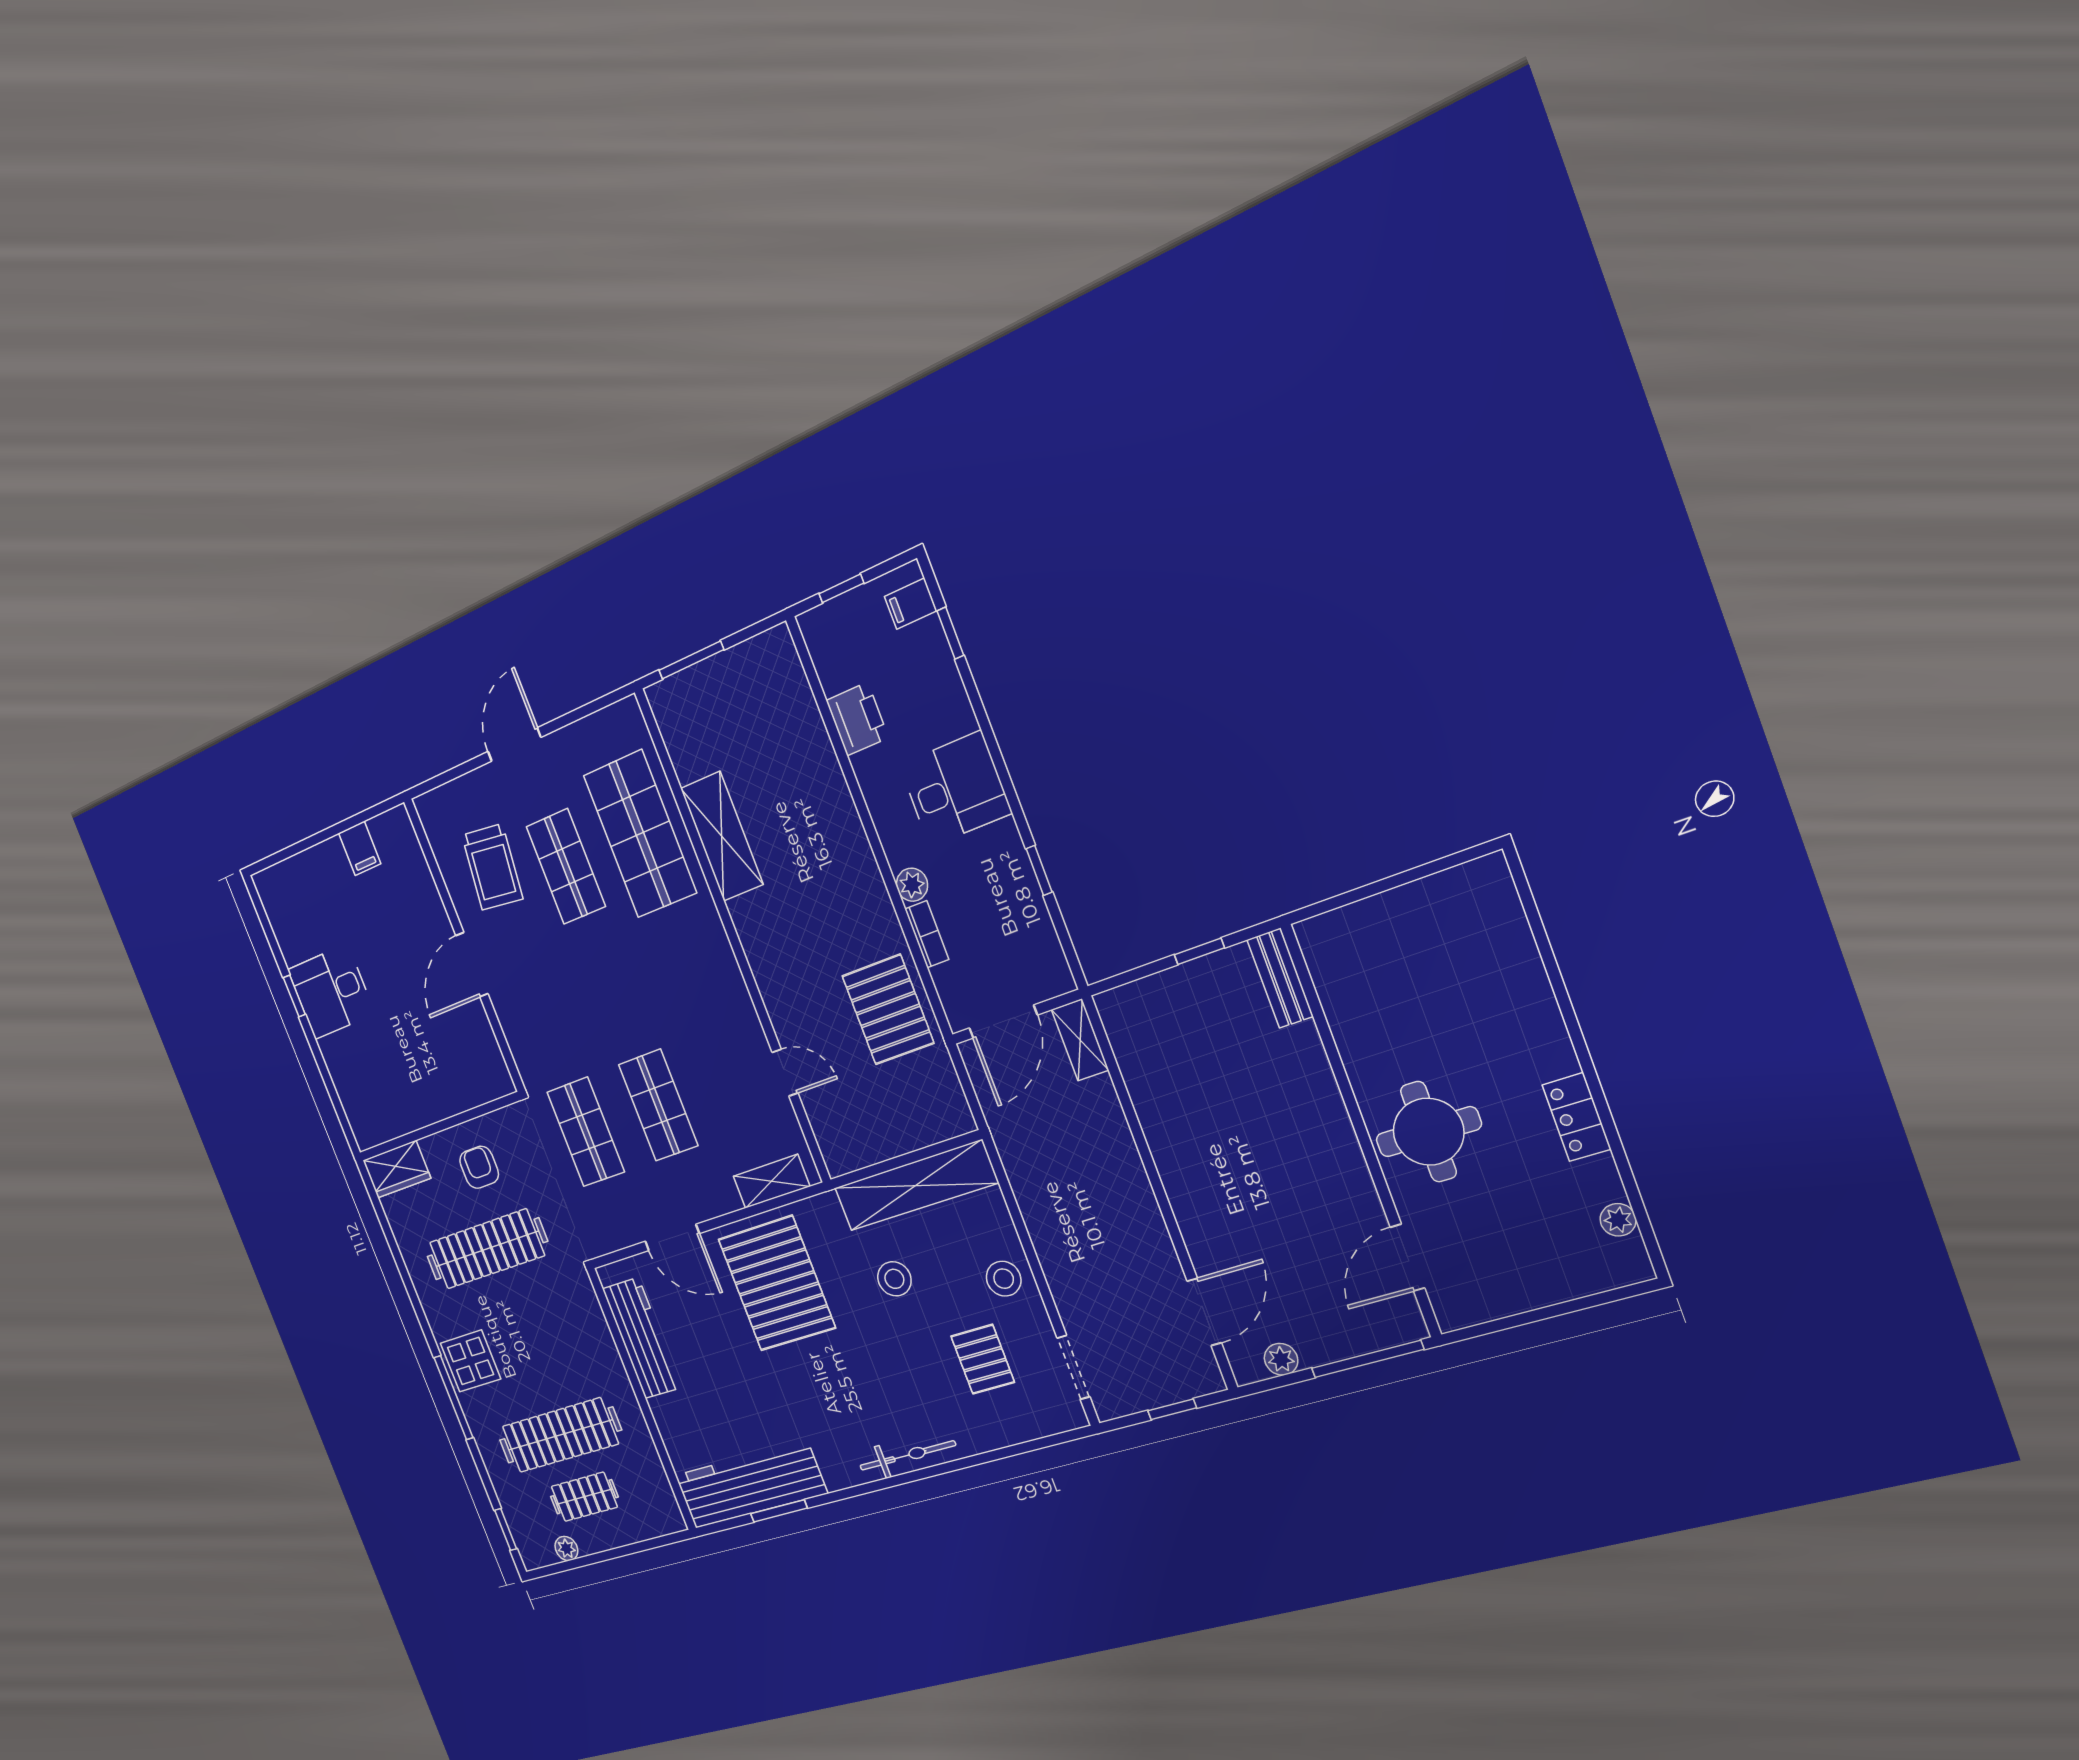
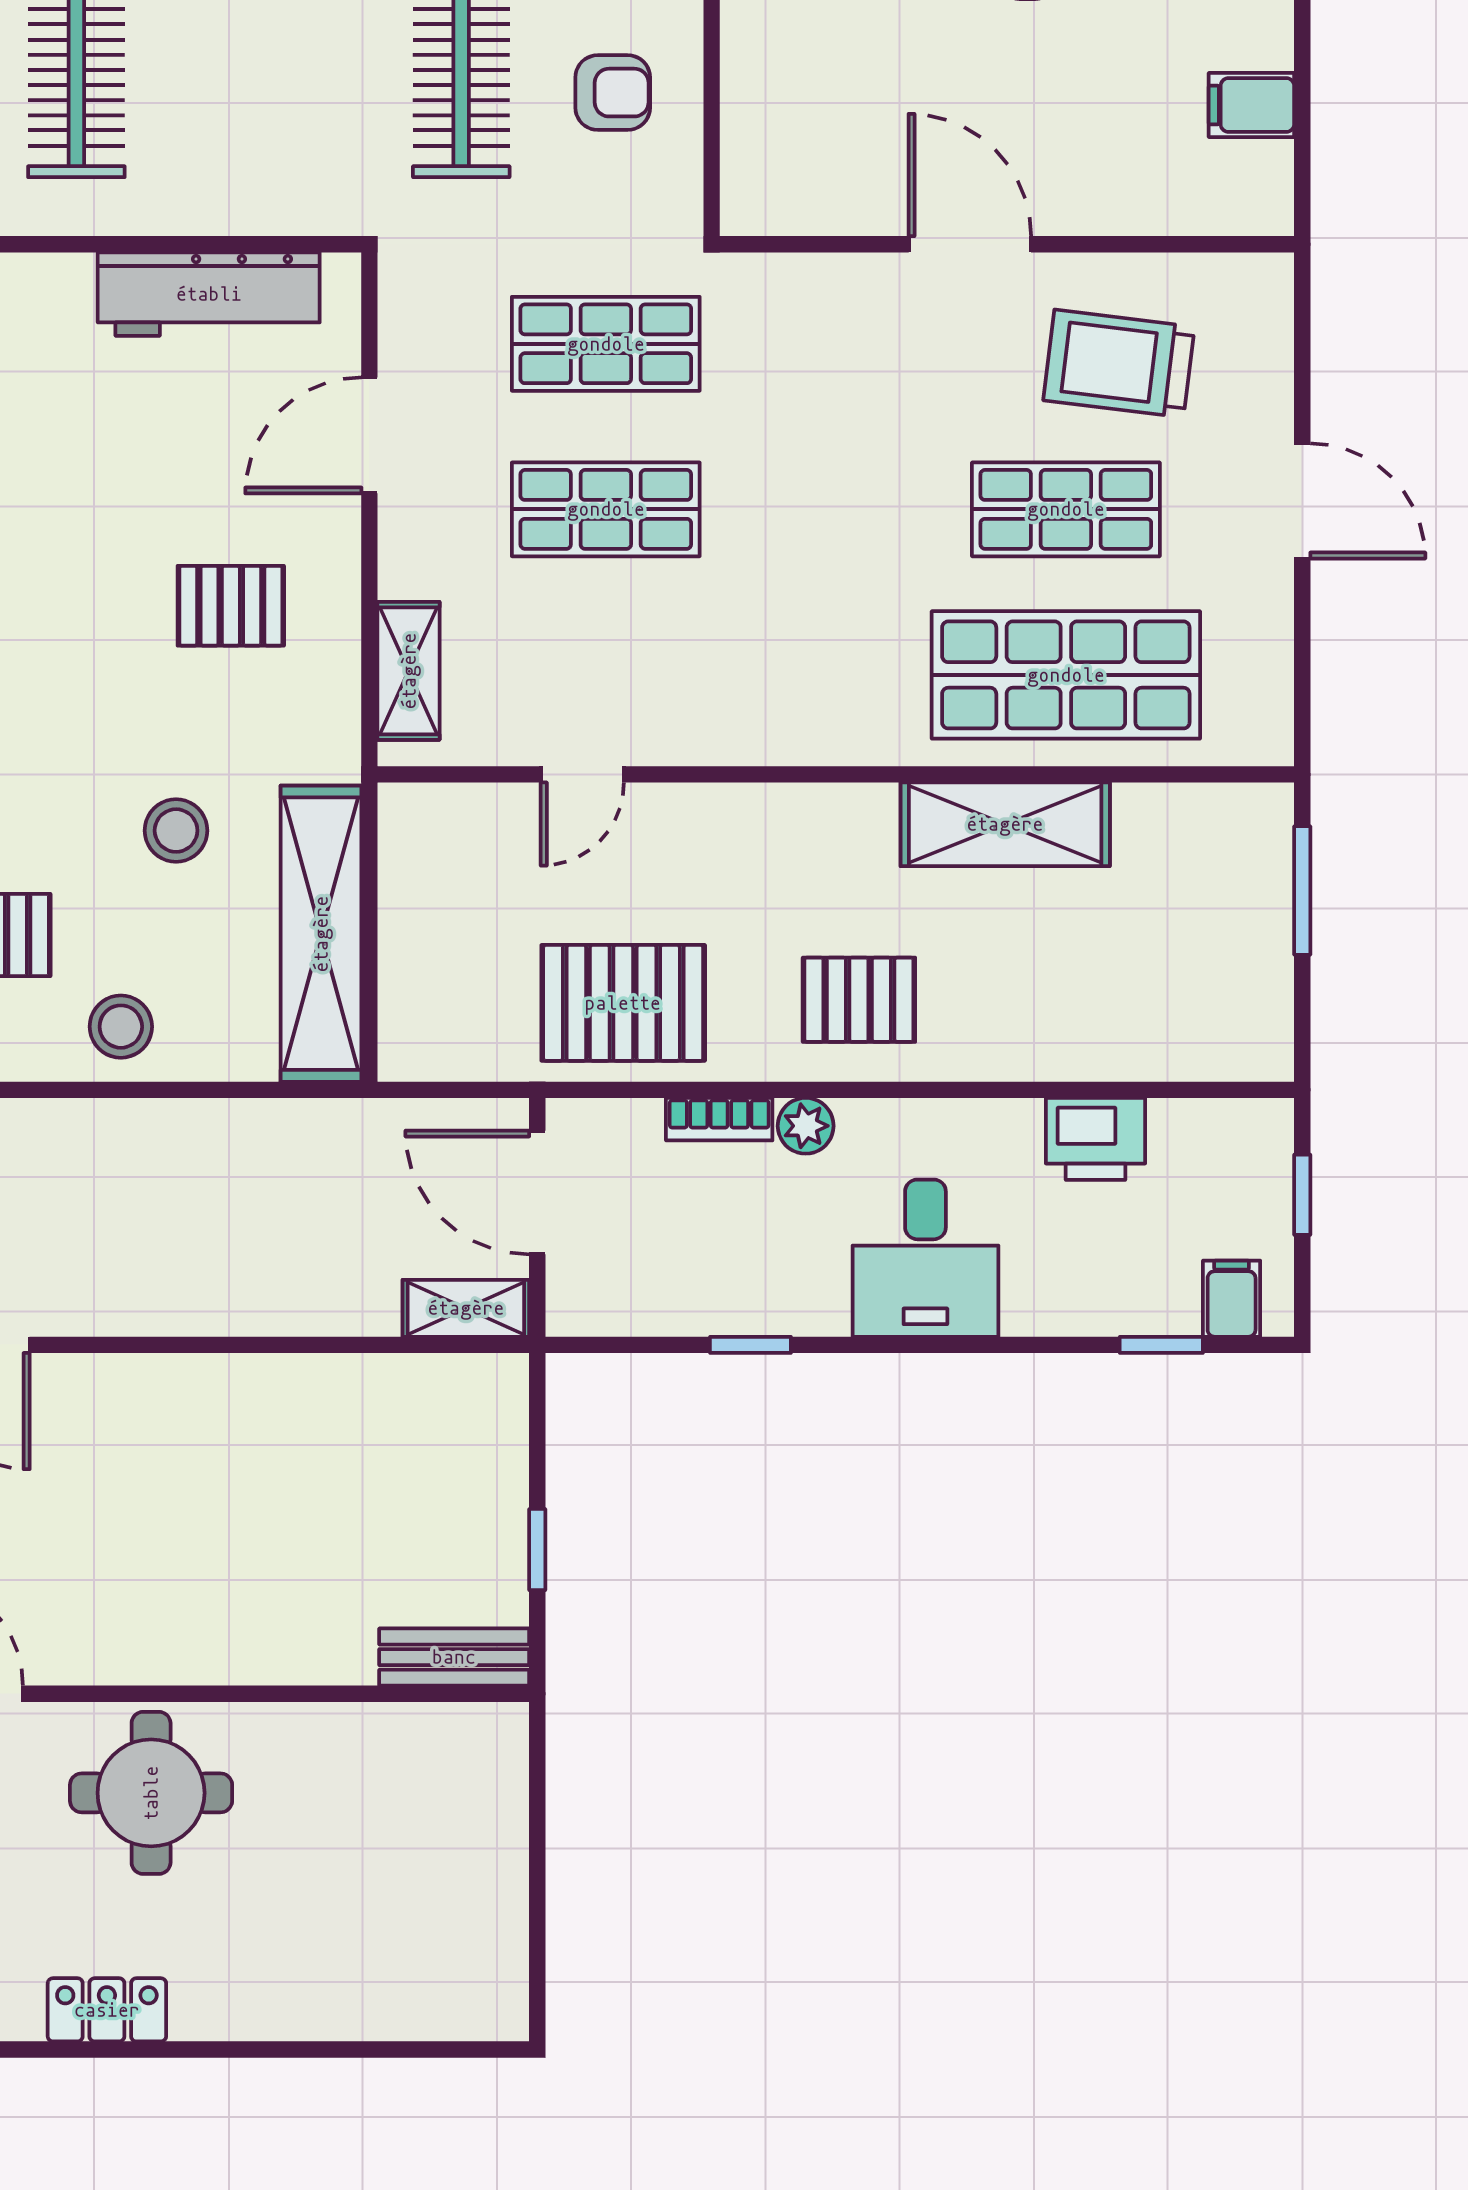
pallet: (837, 881) -> (859, 1000), added
pallet: (777, 1283) -> (231, 606), width x0.49, depth x0.50

